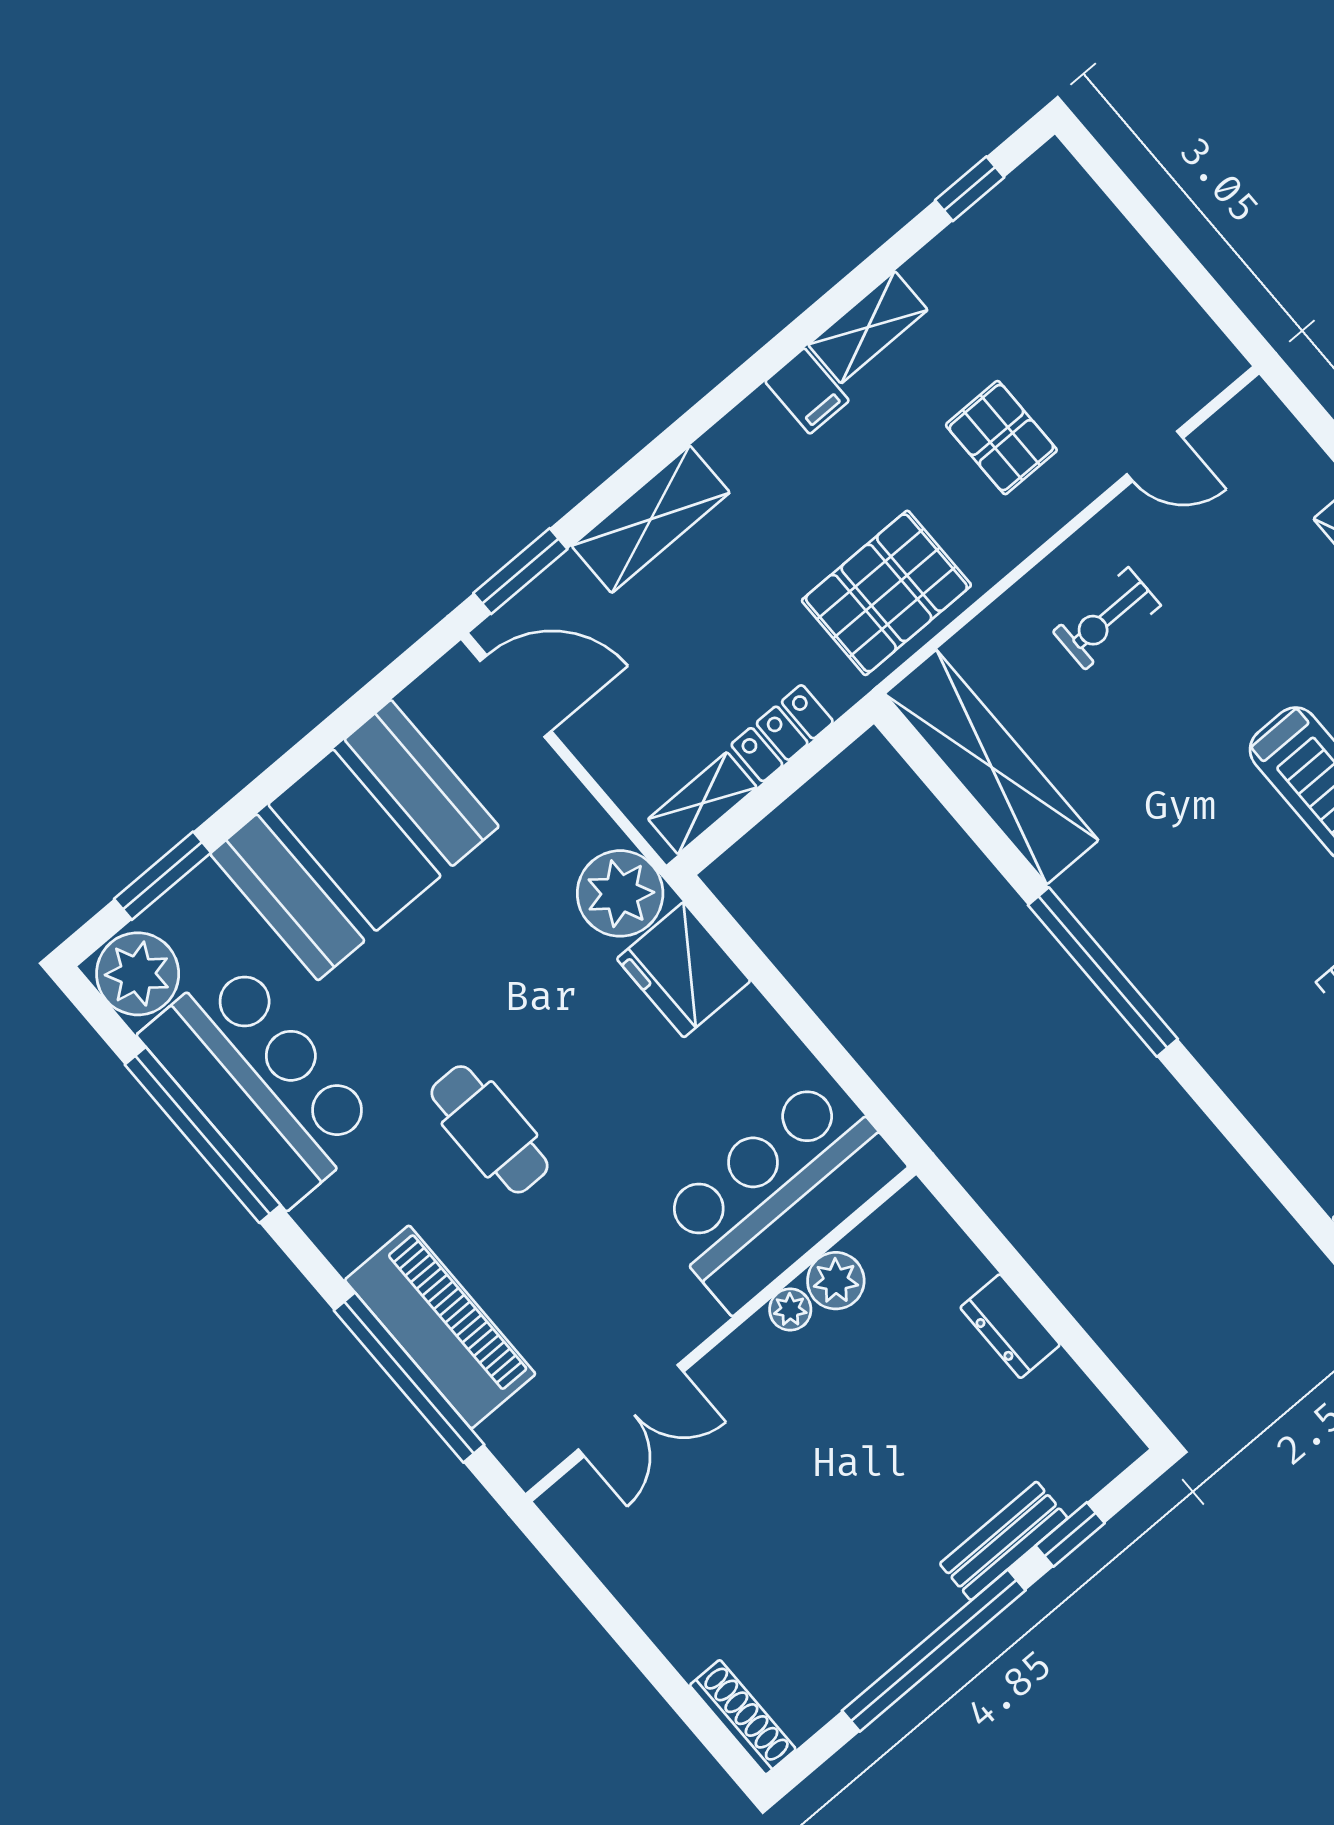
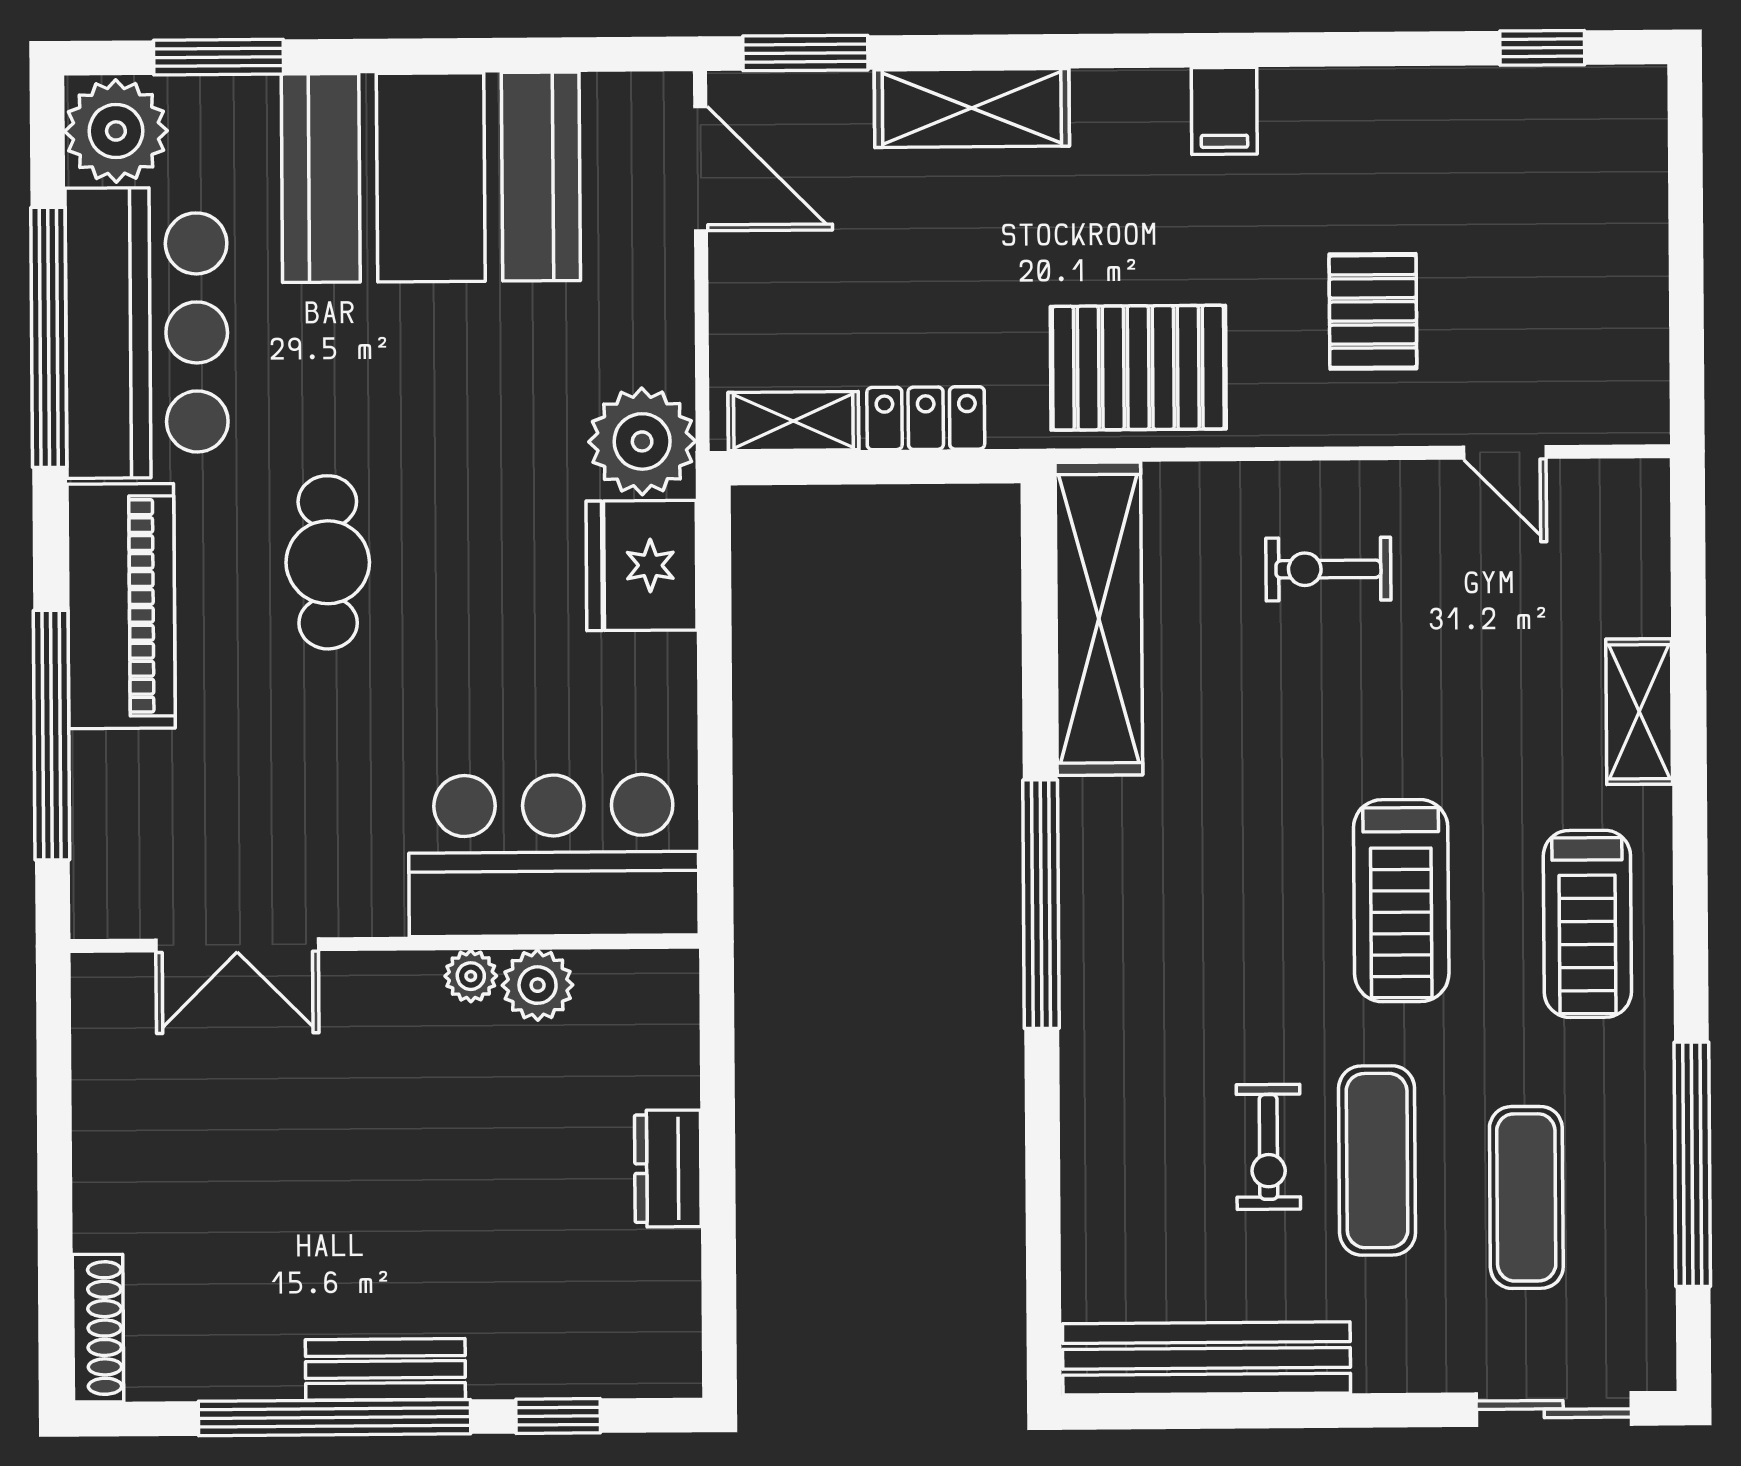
shelving: (868, 327) -> (1334, 99), removed
piano: (440, 1327) -> (121, 606), moved
bench: (1004, 1541) -> (385, 1369), moved

